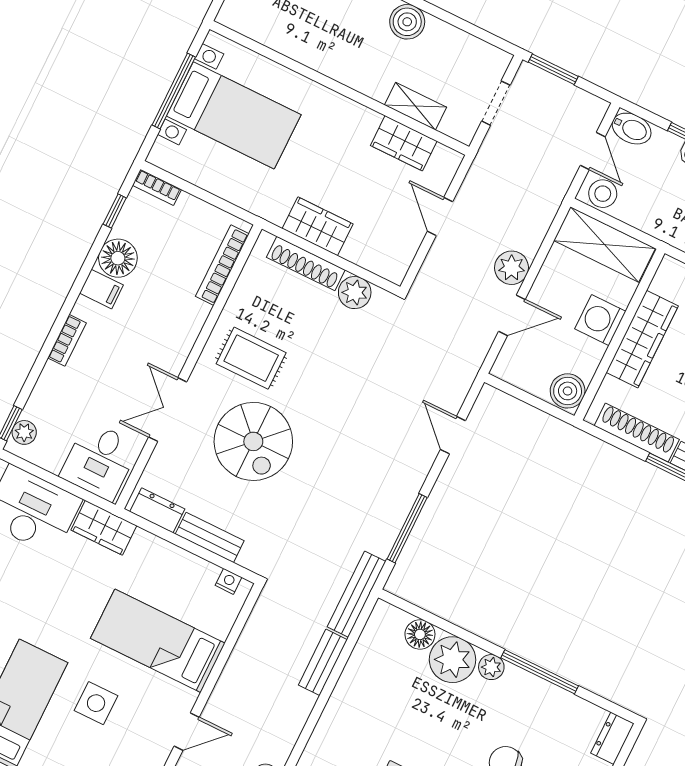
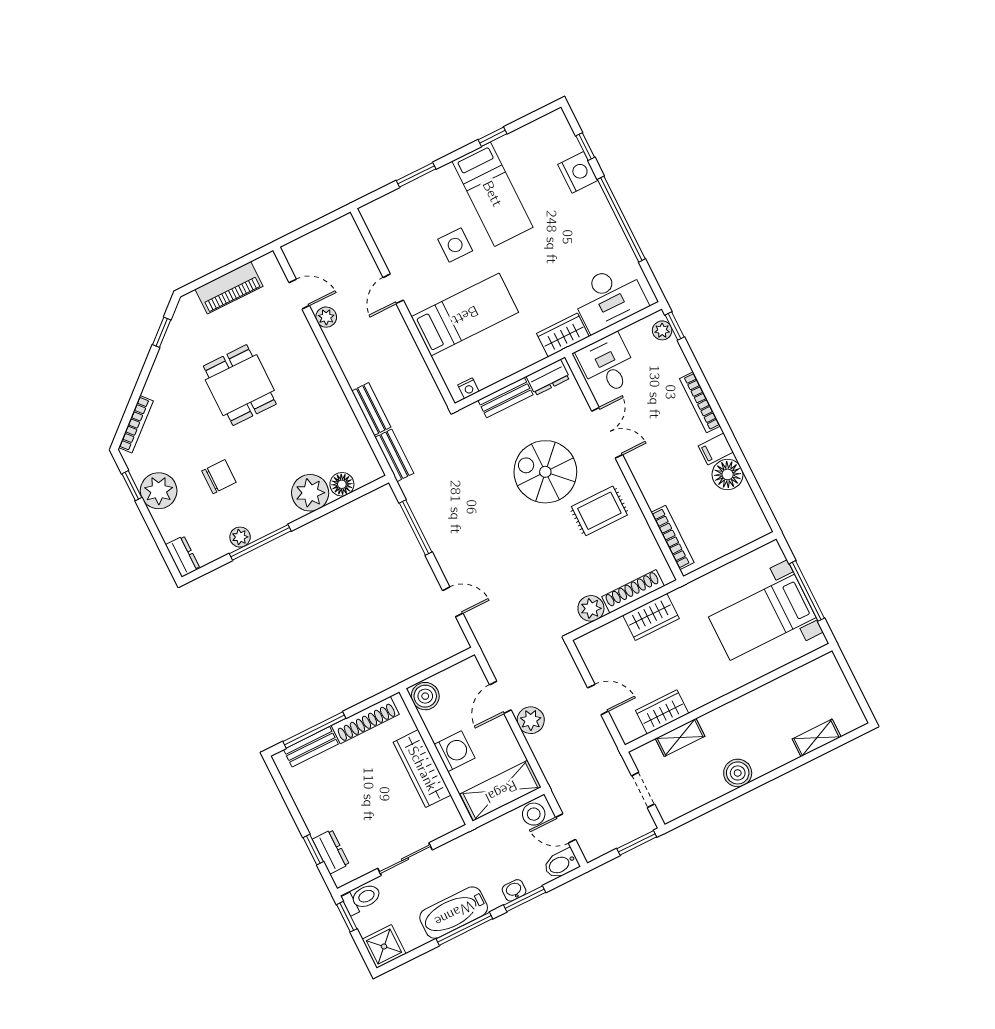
bookcase: (157, 187) -> (754, 534), removed
window: (115, 211) -> (759, 495), removed
bookcase: (67, 340) -> (700, 402), width x1.56
bench: (356, 594) -> (394, 455), width x0.73
plant: (491, 667) -> (240, 537), moved

